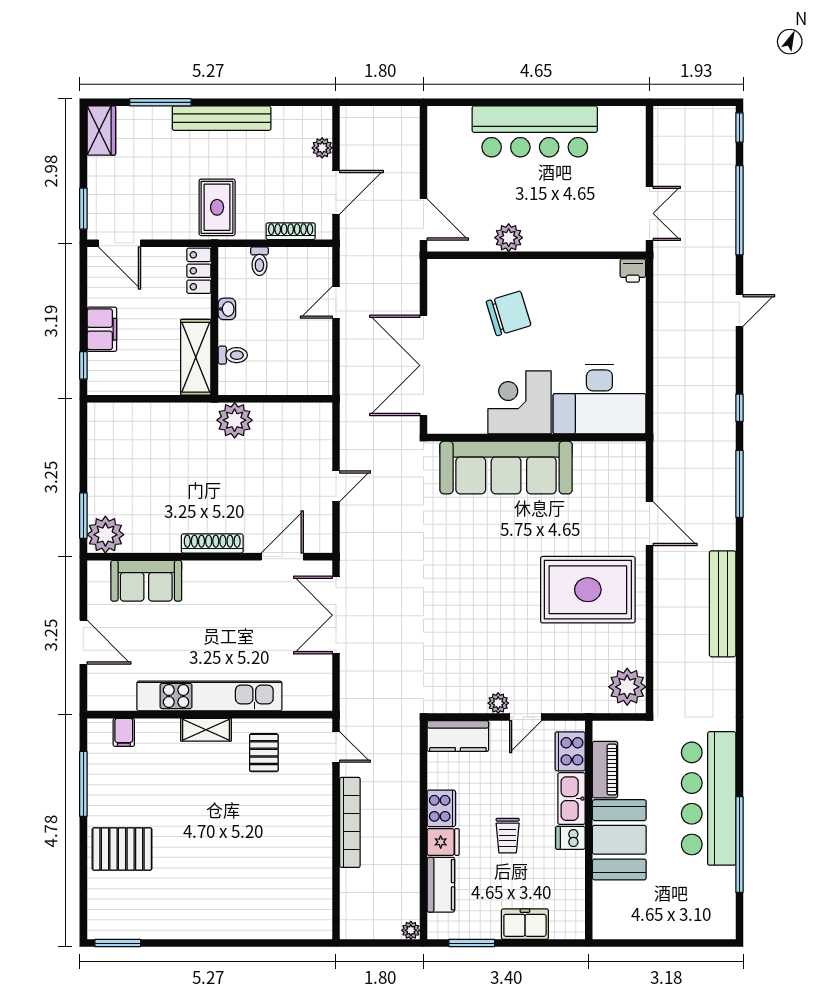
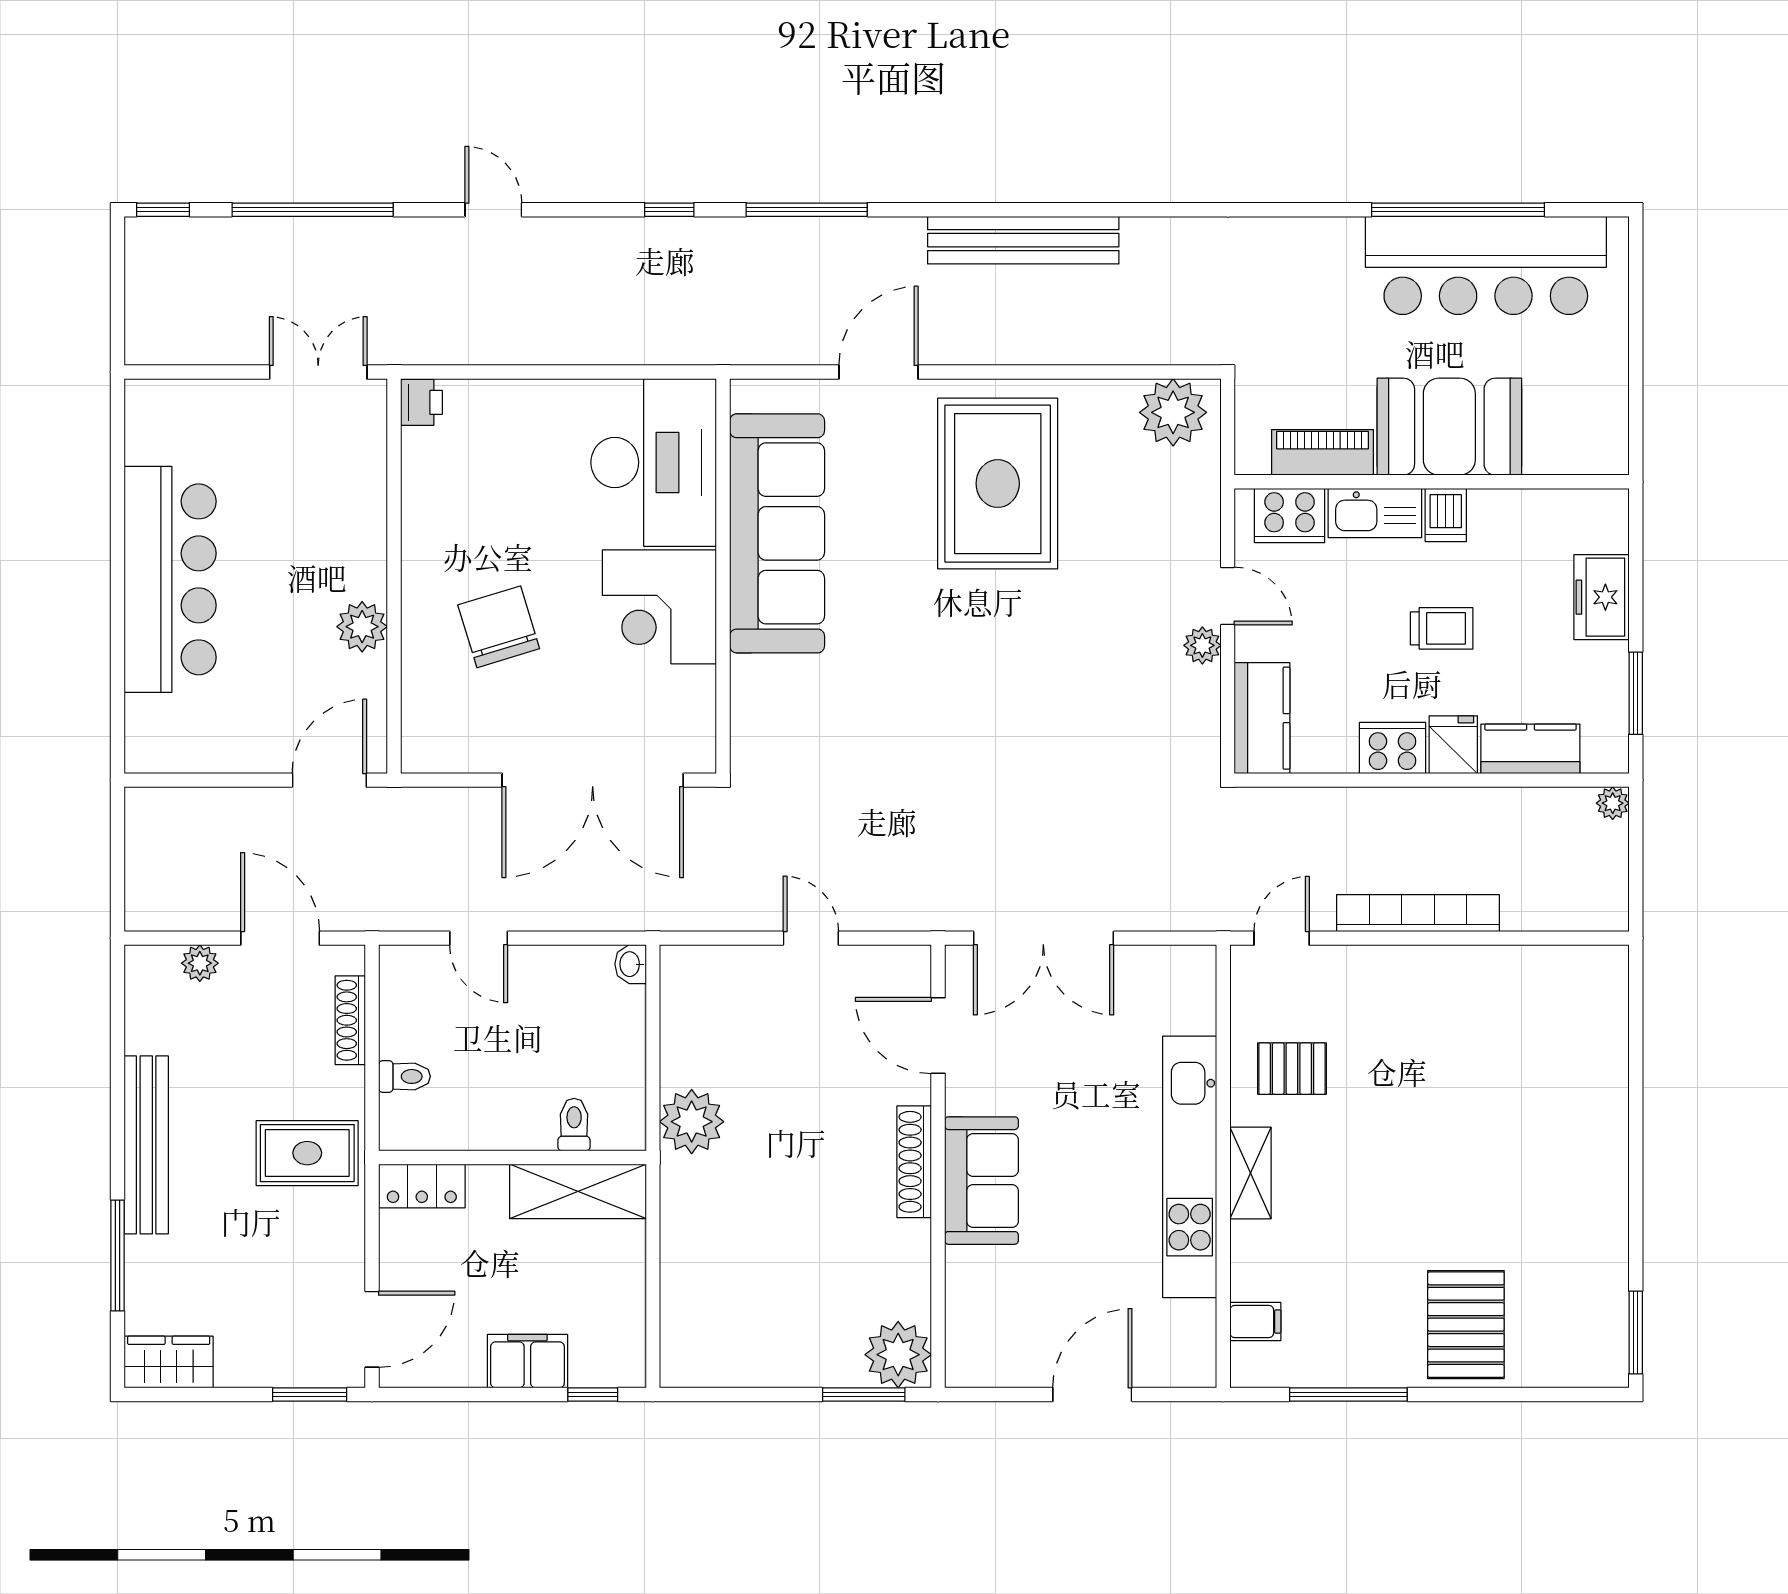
washbasin: (227, 309) -> (631, 964), moved, turned -90
sofa: (506, 468) -> (777, 533), moved
sofa: (146, 581) -> (982, 1181), moved
bar counter: (709, 798) -> (1486, 265), moved

